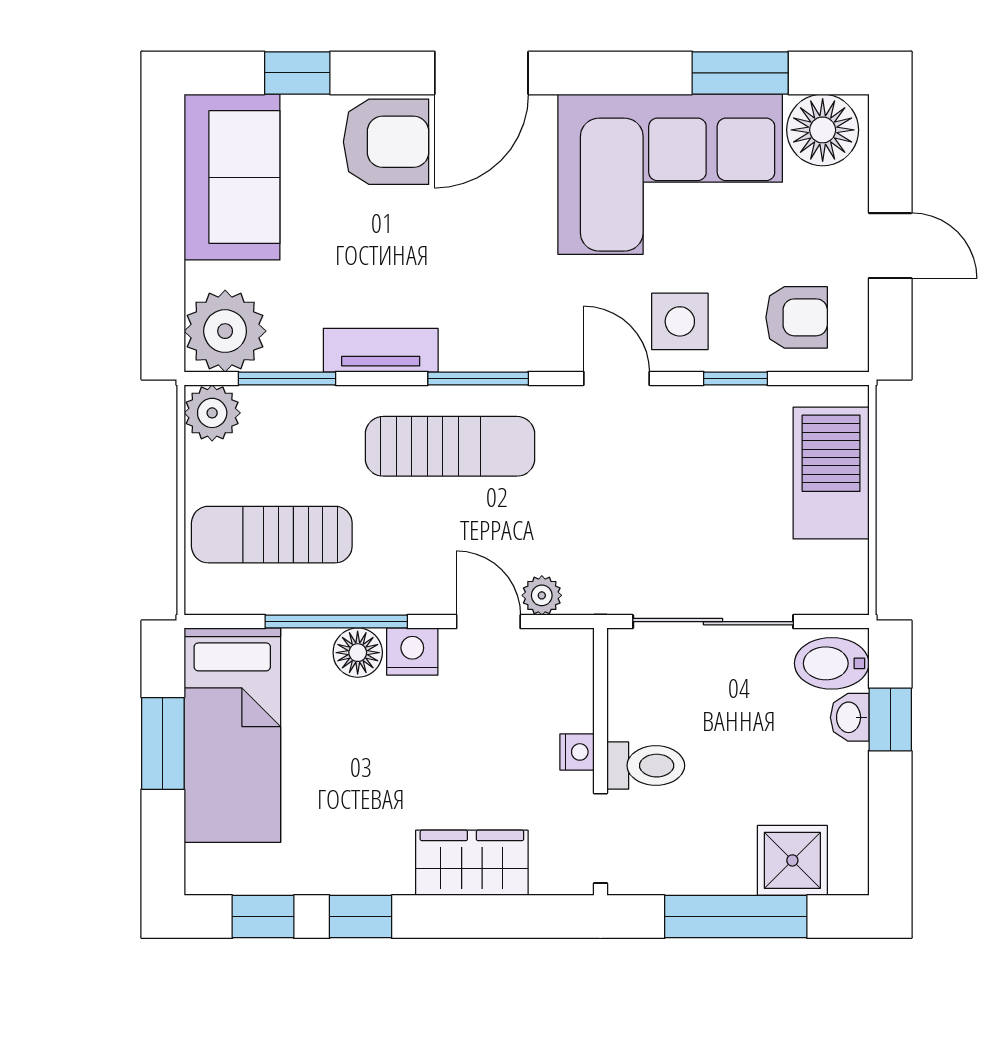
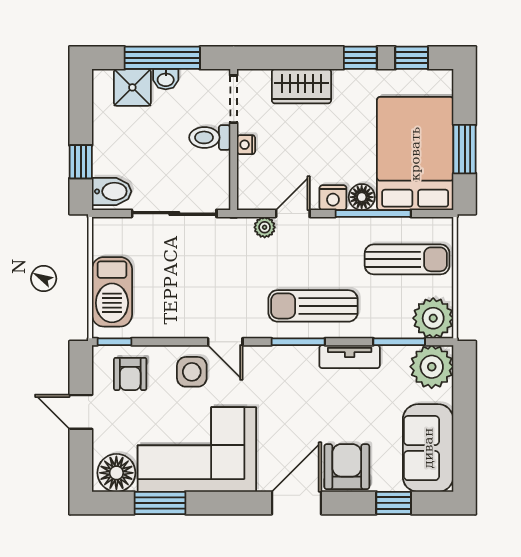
armchair: (386, 142) -> (347, 467), turned 90
armchair: (797, 317) -> (130, 374), turned -90
window: (735, 378) -> (114, 342), moved
plant: (212, 413) -> (433, 318), width x1.36, depth x1.36
door: (488, 622) -> (293, 213), swing flipped
washbasin: (850, 717) -> (166, 79), moved, turned 90
bed: (232, 735) -> (415, 154), width x1.50

